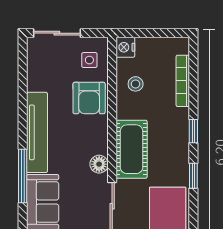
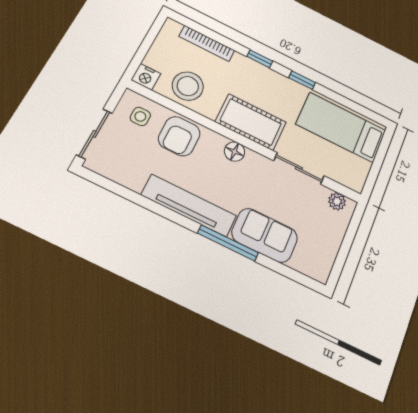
stool: (136, 84) -> (188, 86), width x1.89, depth x1.89
armchair: (89, 98) -> (179, 136), turned 90
floor lamp: (99, 164) -> (235, 152), moved

